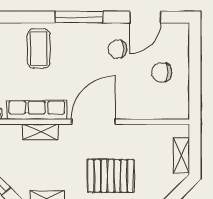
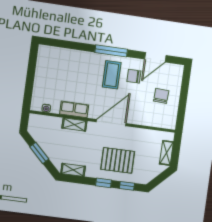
coffee table: (39, 48) -> (112, 75), moved
chair: (162, 72) -> (161, 96), turned 93
row of seats: (37, 110) -> (74, 109), width x0.68

